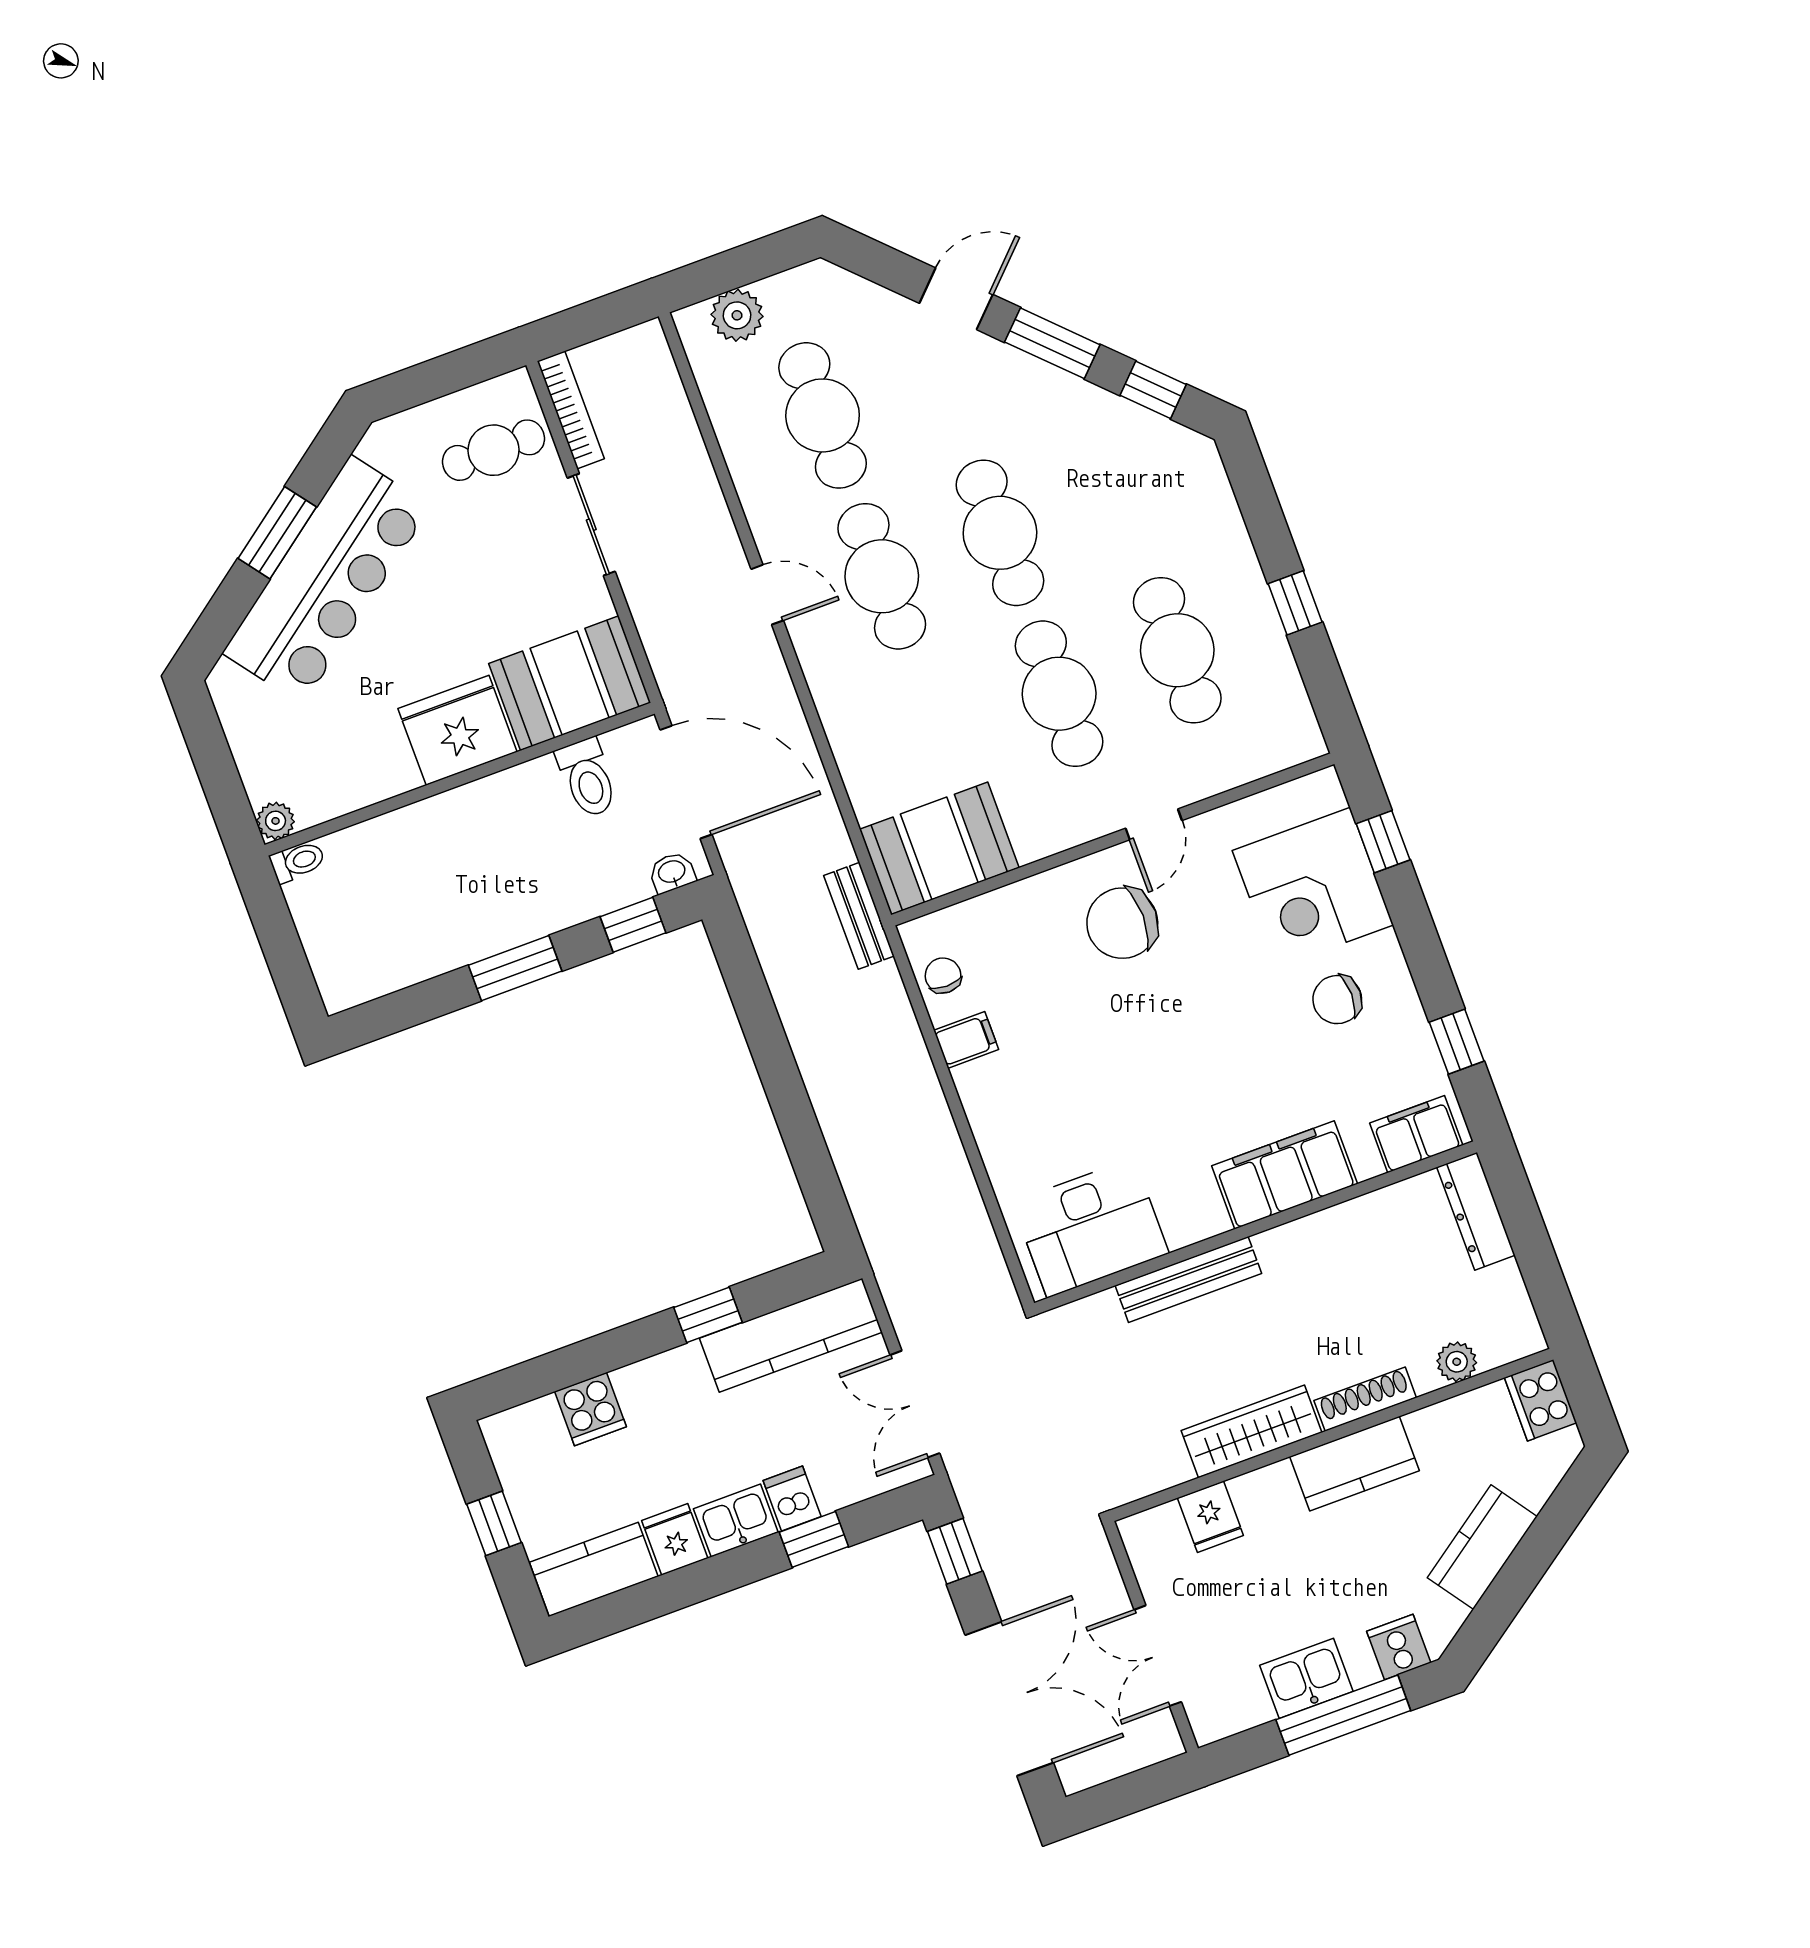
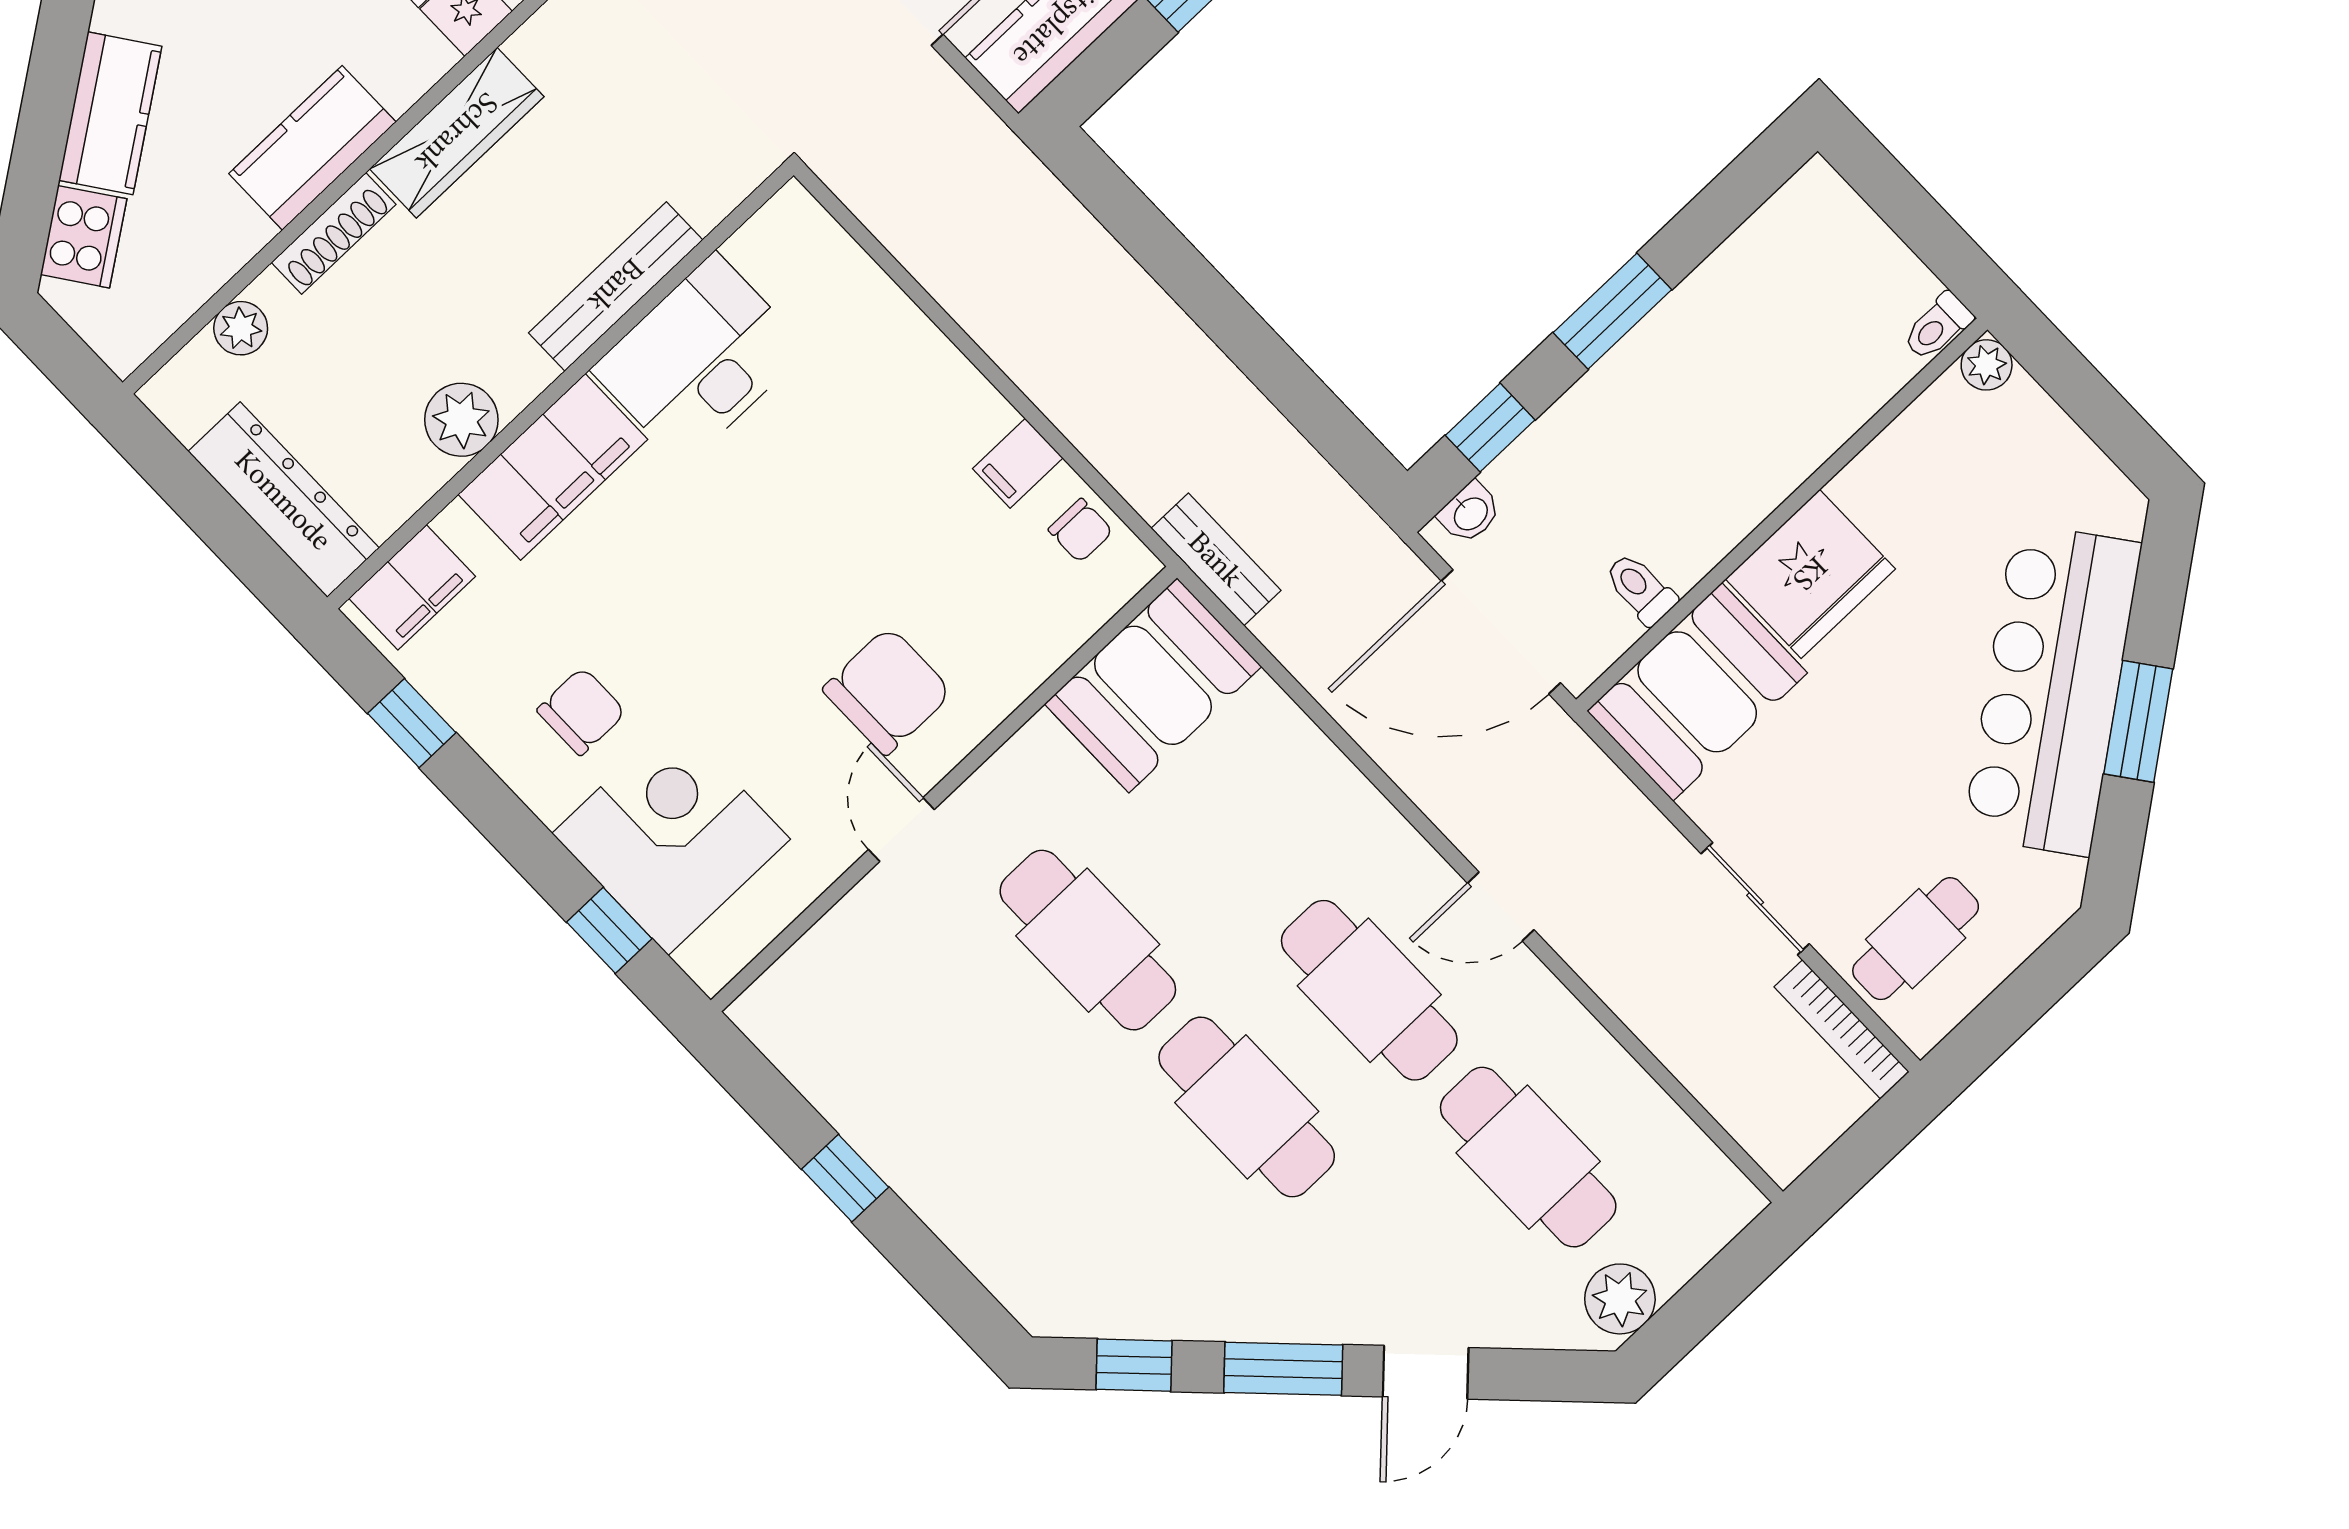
plant: (737, 315) -> (1620, 1299), moved
cafe table: (1177, 650) -> (965, 1057), removed
toilet: (587, 778) -> (1640, 589), width x0.73, depth x0.72
dresser: (1476, 1211) -> (284, 500), width x1.37, depth x1.24
desk: (1091, 1228) -> (699, 359), moved
plant: (1333, 1234) -> (461, 420), added
cooker: (1541, 1400) -> (84, 237), moved, turned 55

